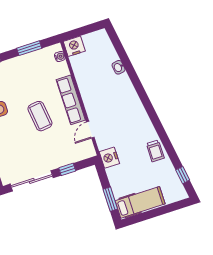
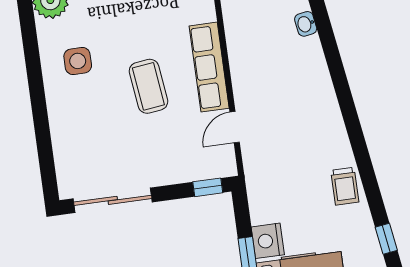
nightstand: (109, 158) -> (268, 241), moved
window: (67, 169) -> (208, 187), moved

